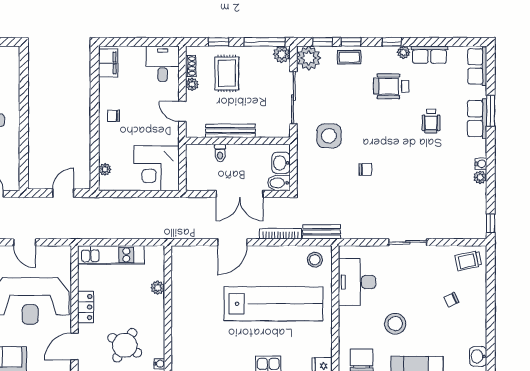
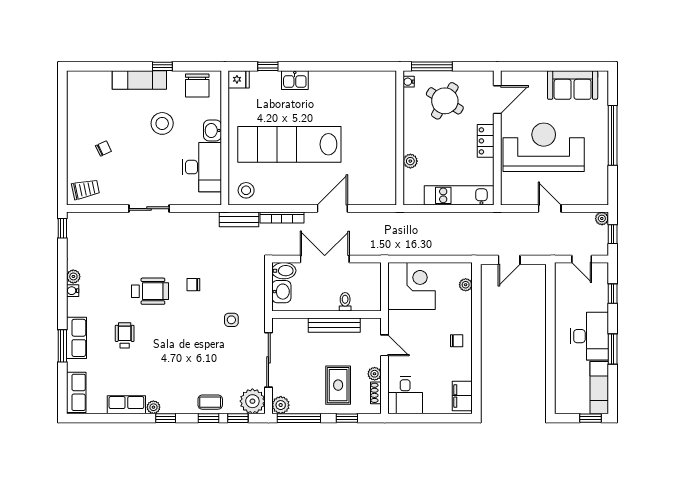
wheelchair: (391, 86) -> (150, 291), moved
side table: (329, 136) -> (231, 320), width x0.54, depth x0.54
washbasin: (478, 356) -> (212, 130), moved, turned 180

